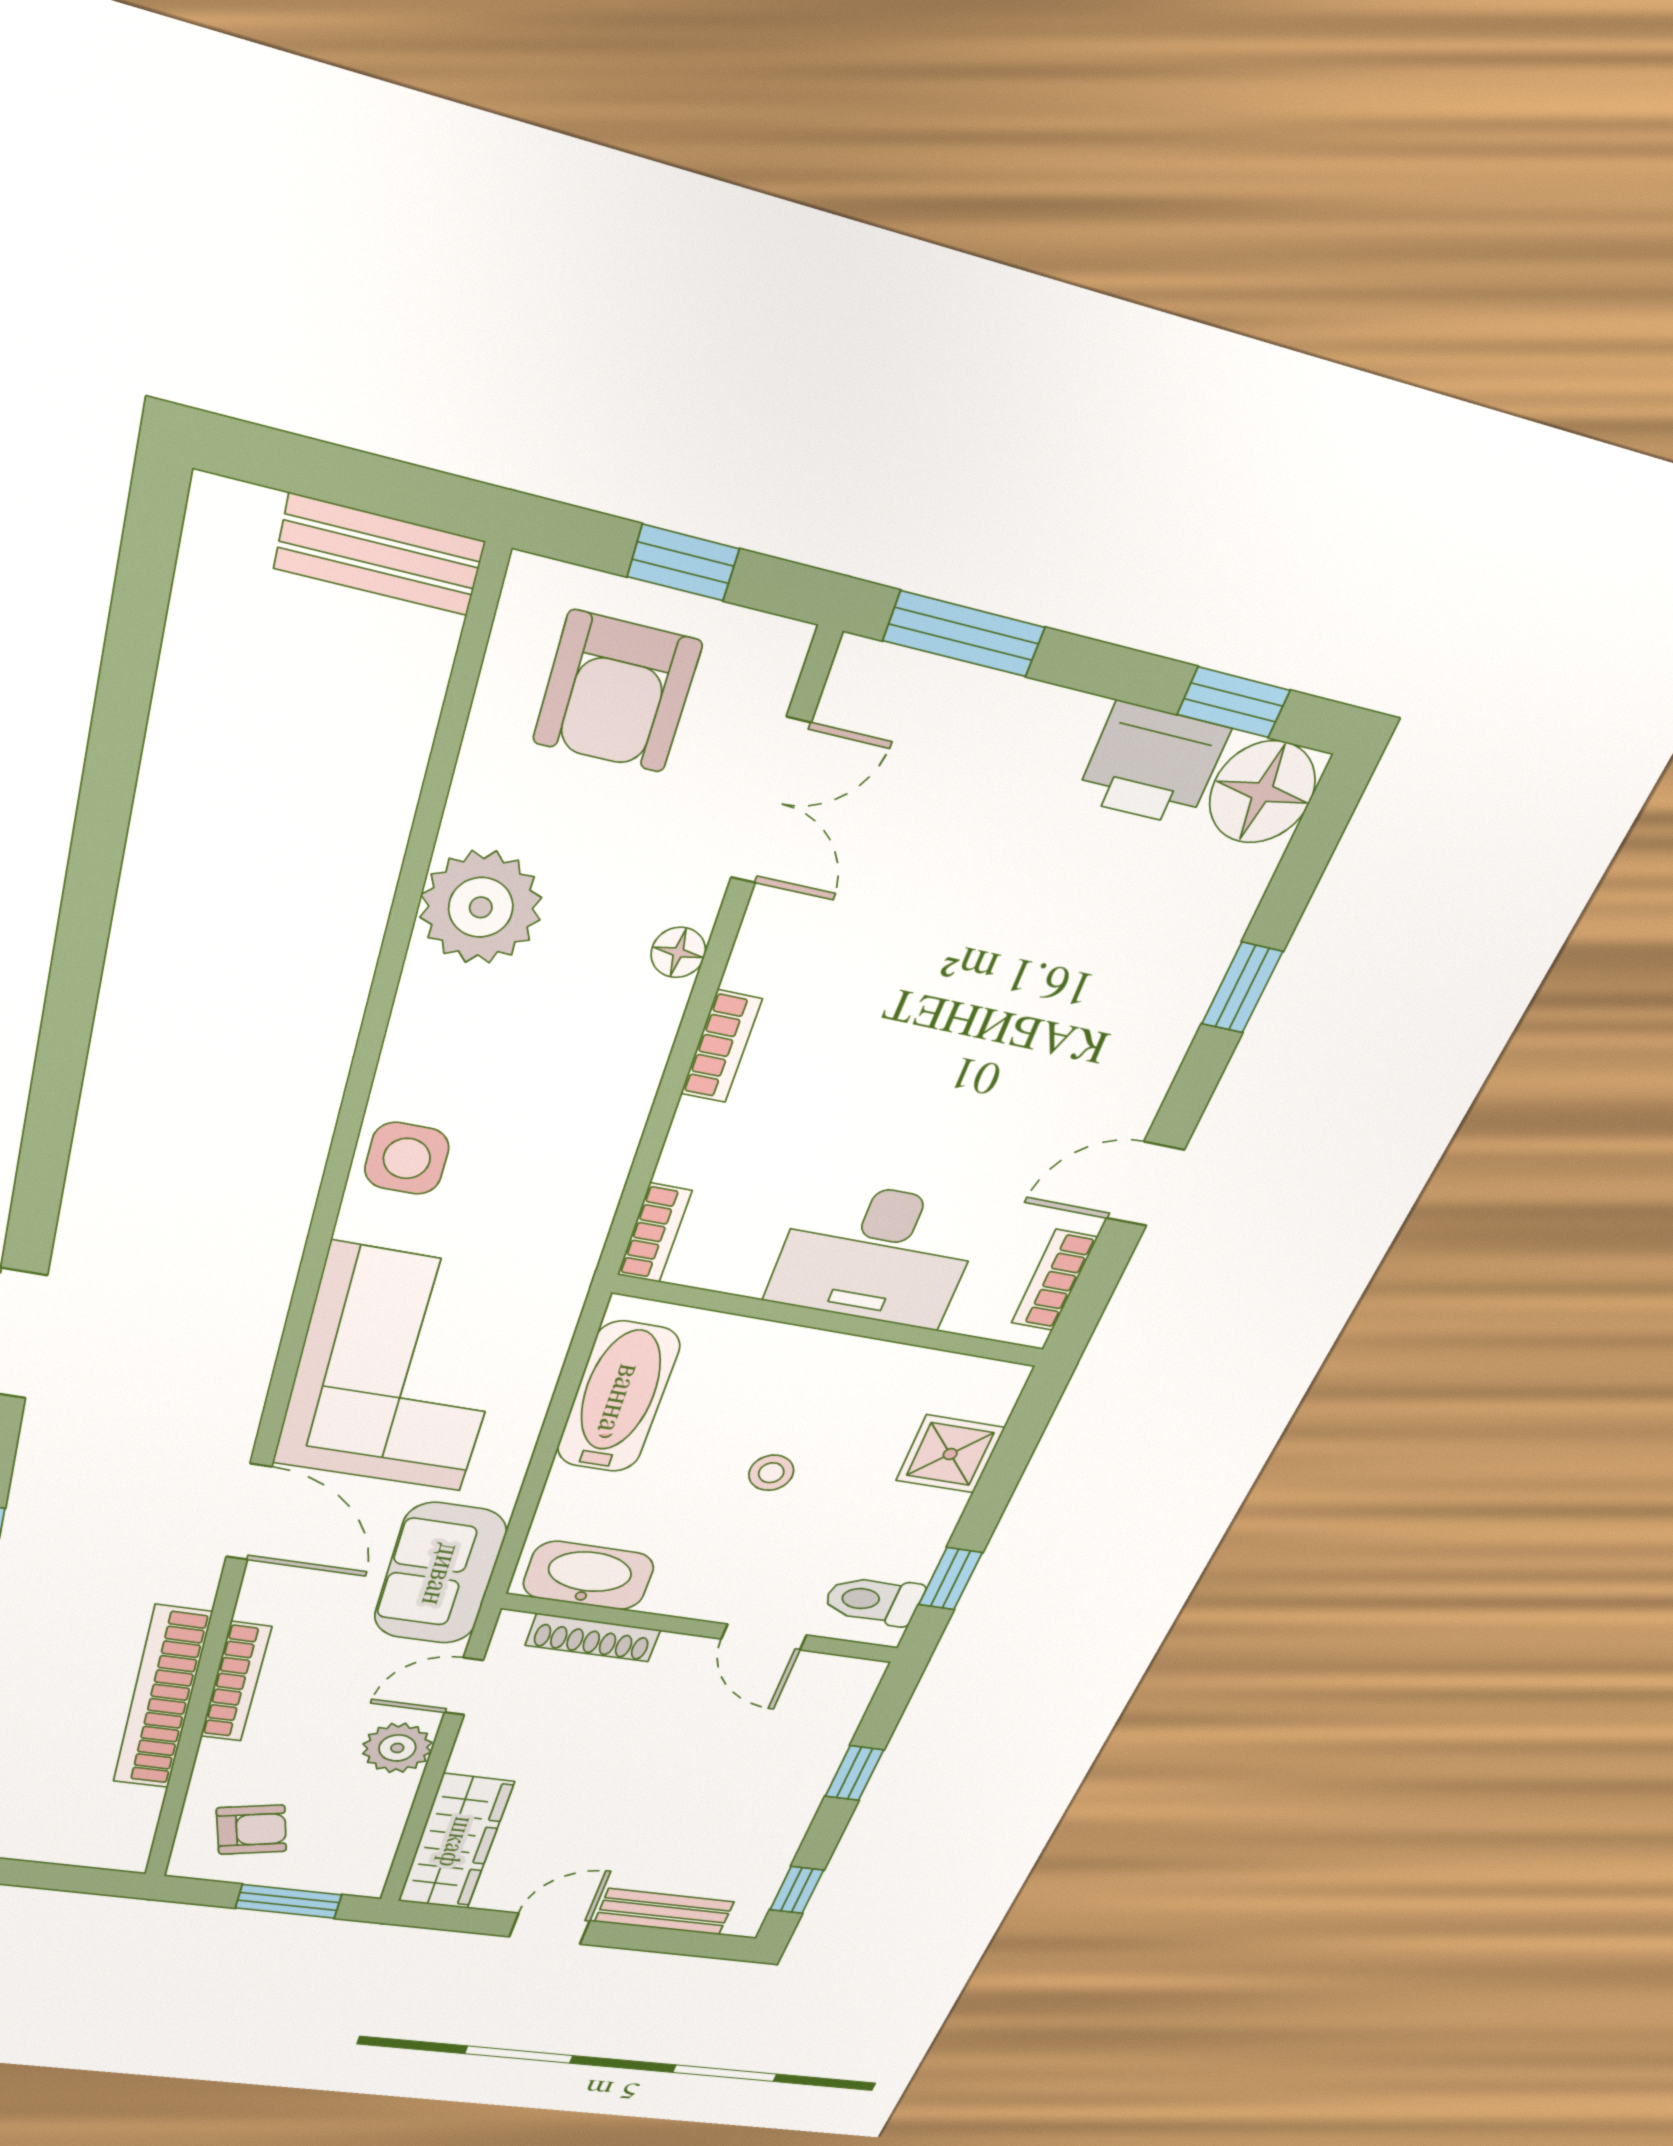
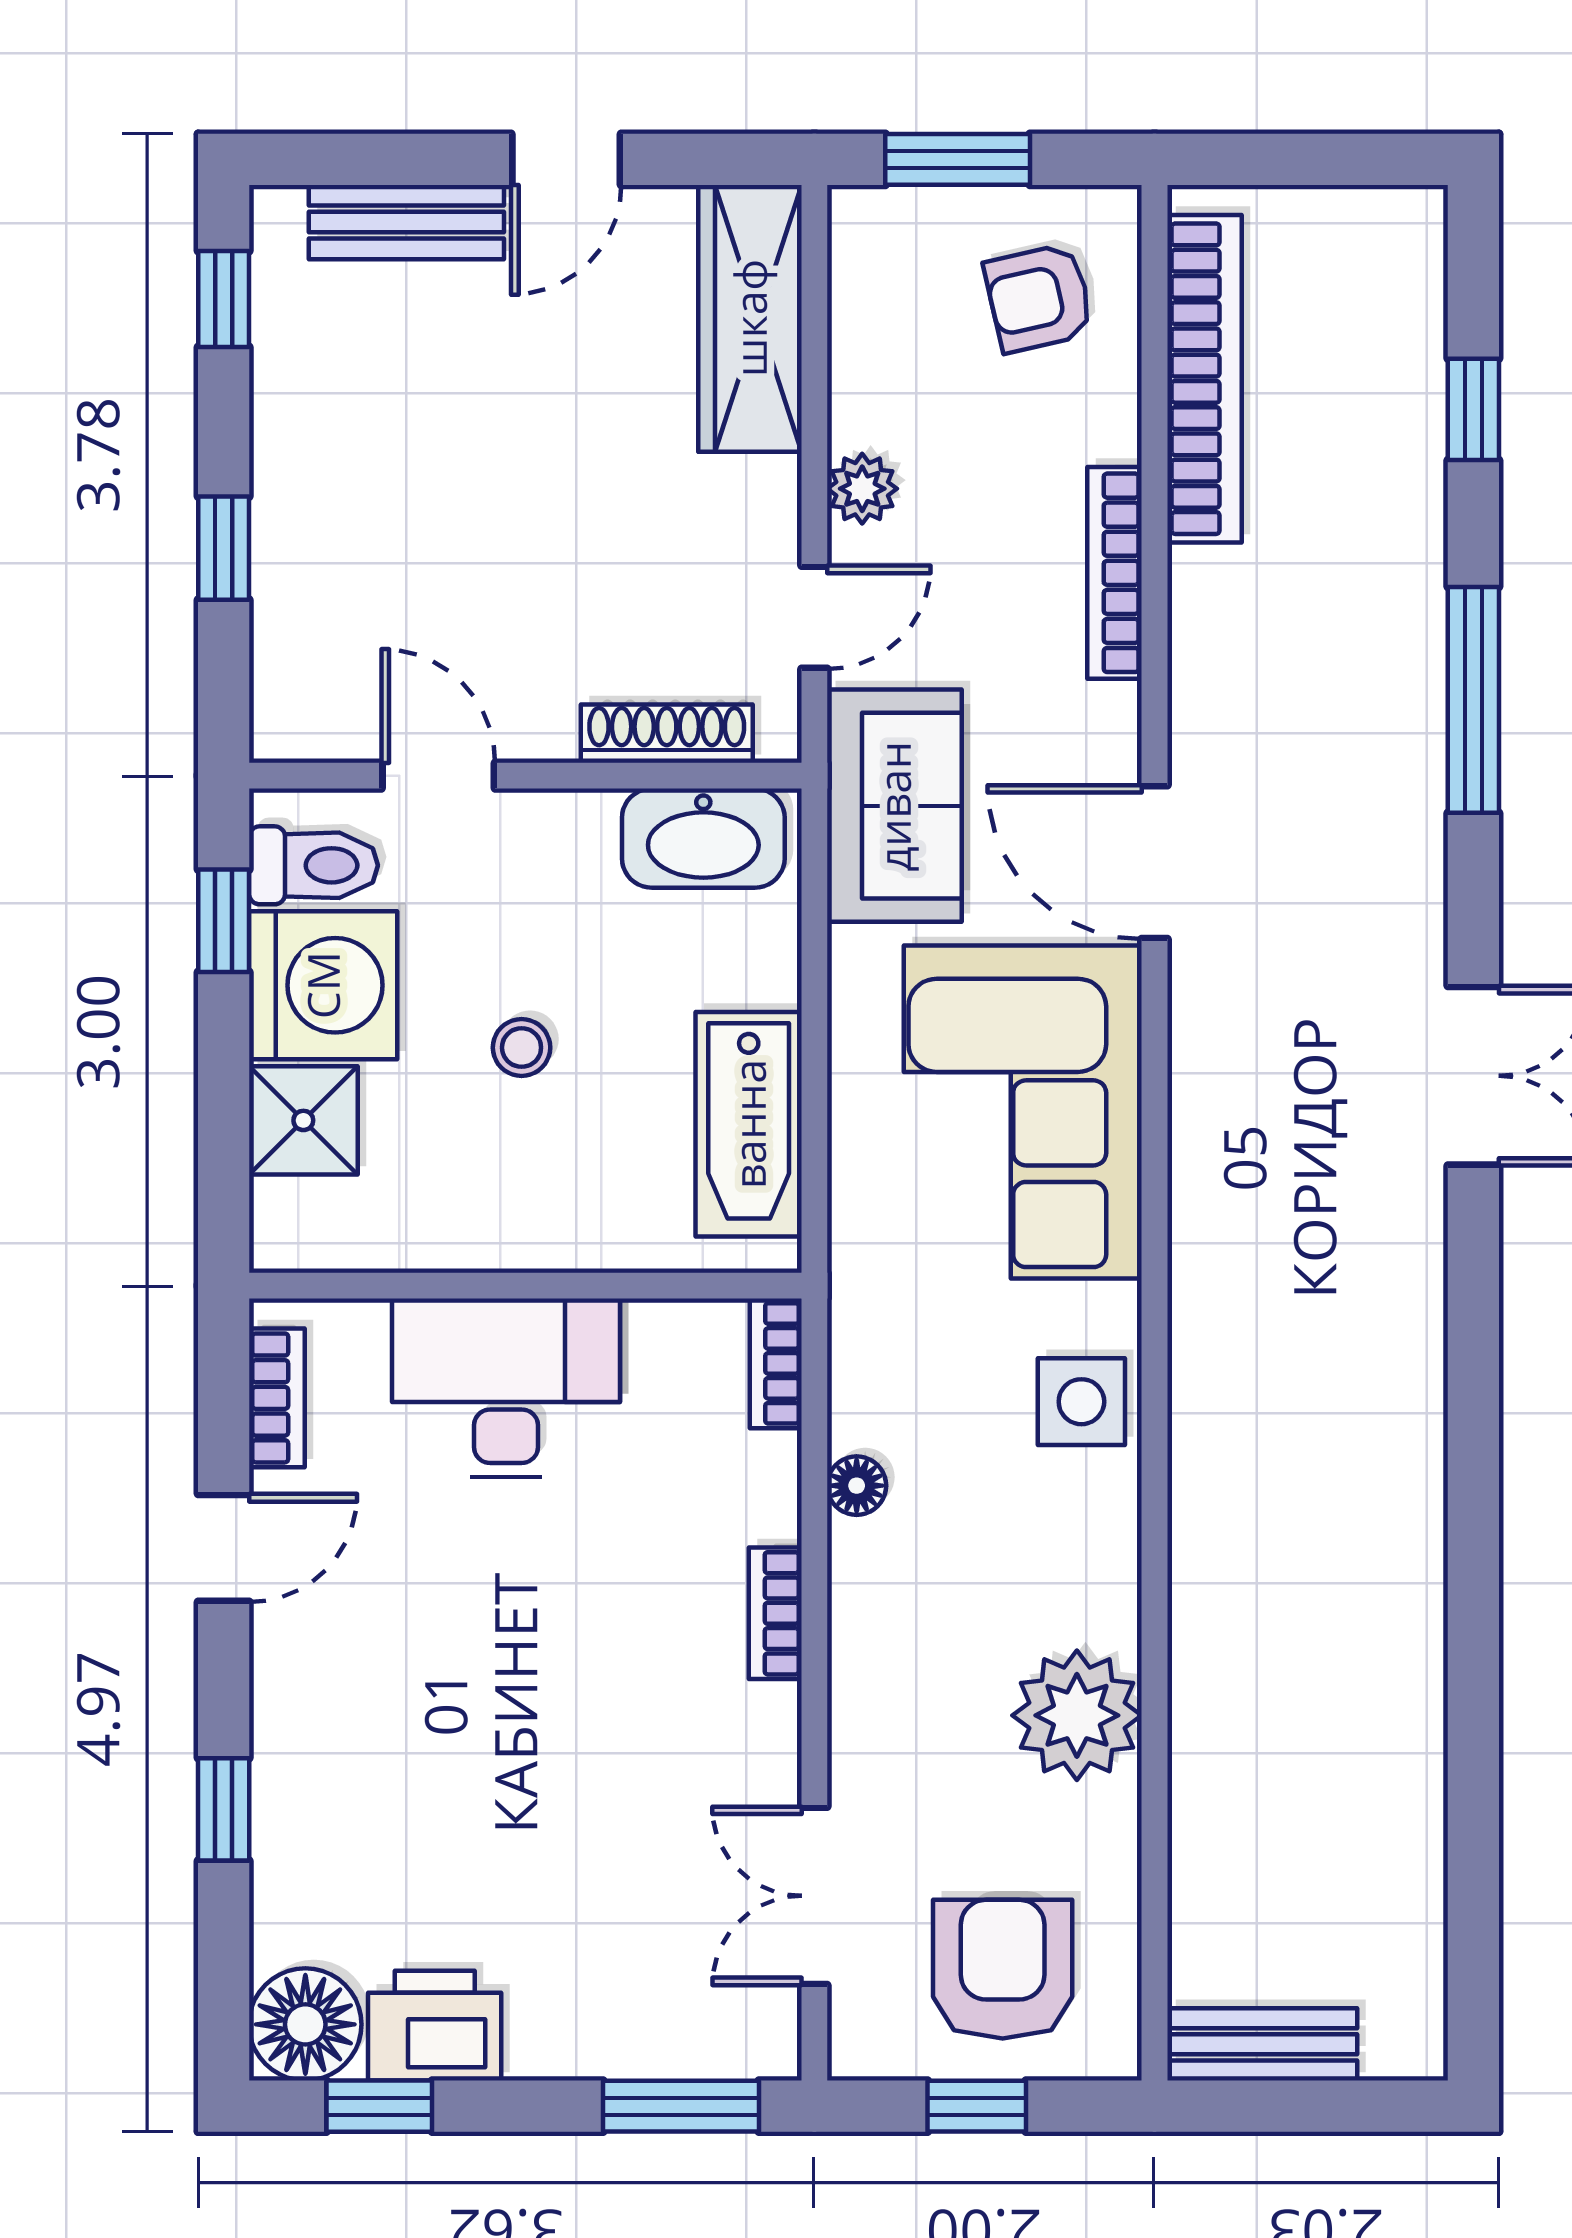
floor lamp: (678, 952) -> (857, 1486), moved
washing machine: (898, 1532) -> (323, 985), added
bookcase: (162, 1698) -> (1204, 379), moved
plant: (397, 1748) -> (862, 489), width x0.73, depth x0.73

